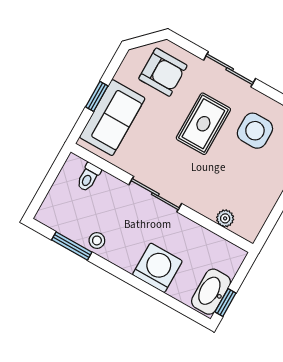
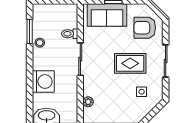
armchair: (163, 72) -> (145, 28), turned 90
side table: (255, 131) -> (142, 92), width x0.54, depth x0.54
toilet: (88, 177) -> (70, 34), moved

